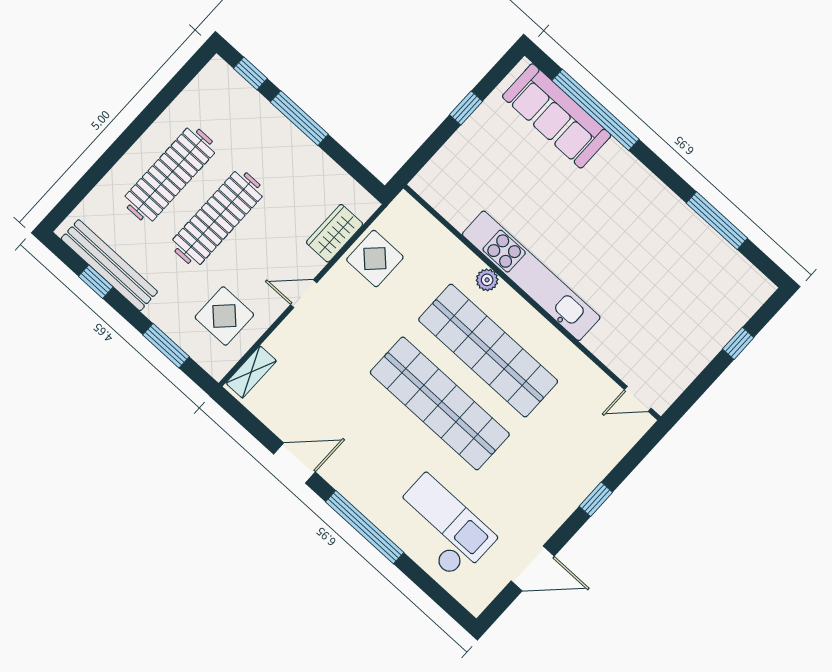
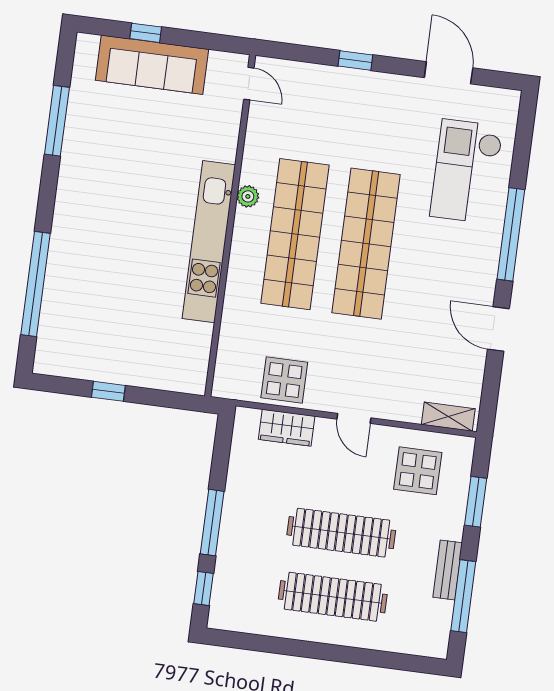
sofa: (557, 116) -> (152, 65), moved, turned 90
bench: (109, 265) -> (448, 570), width x0.54, depth x0.82
plant: (487, 280) -> (248, 196), moved
window: (96, 282) -> (463, 596), width x2.17

